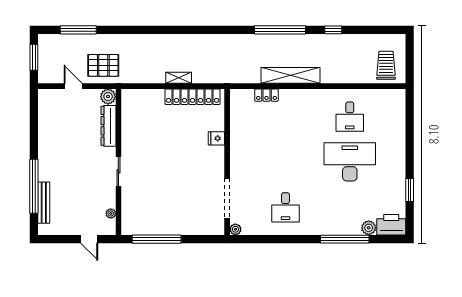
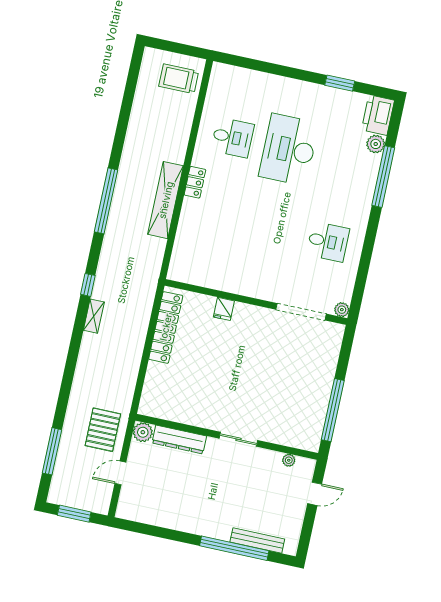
window: (333, 30) -> (88, 285), moved
shelving: (179, 78) -> (94, 316), moved
locker: (266, 95) -> (195, 182), moved

